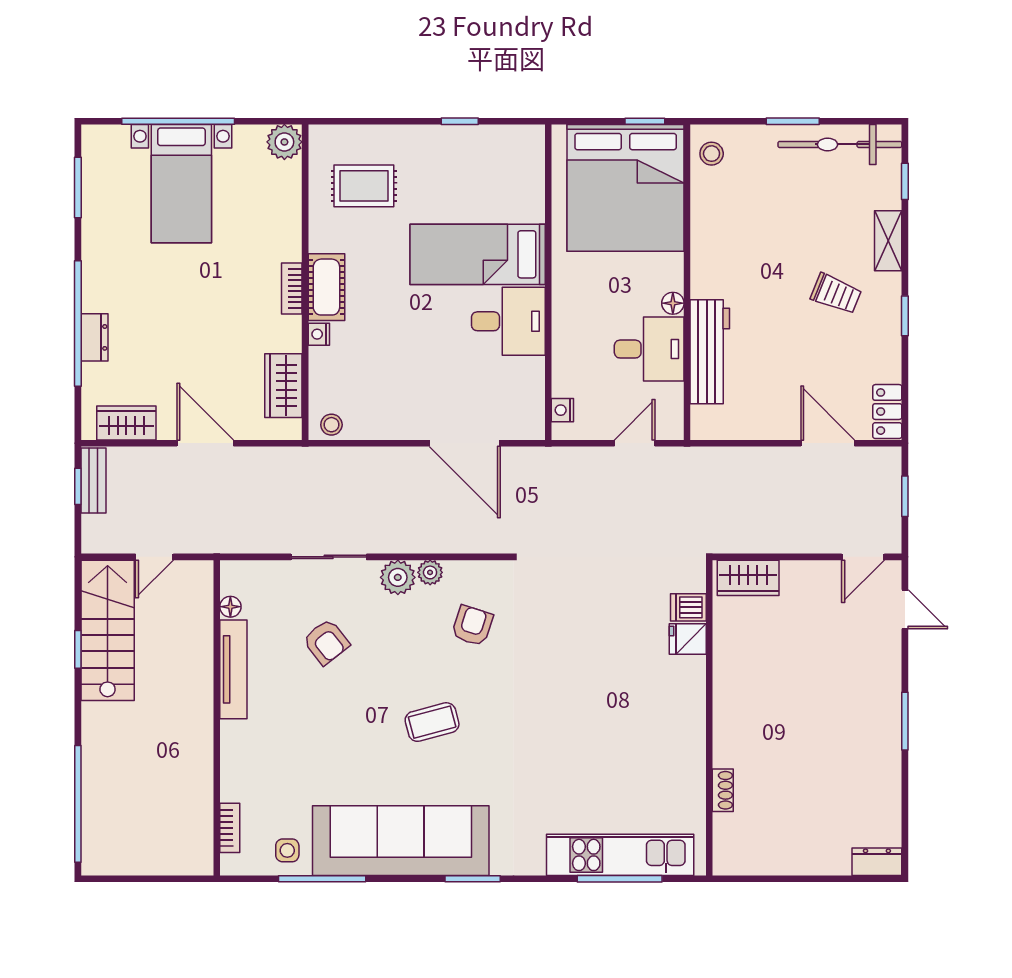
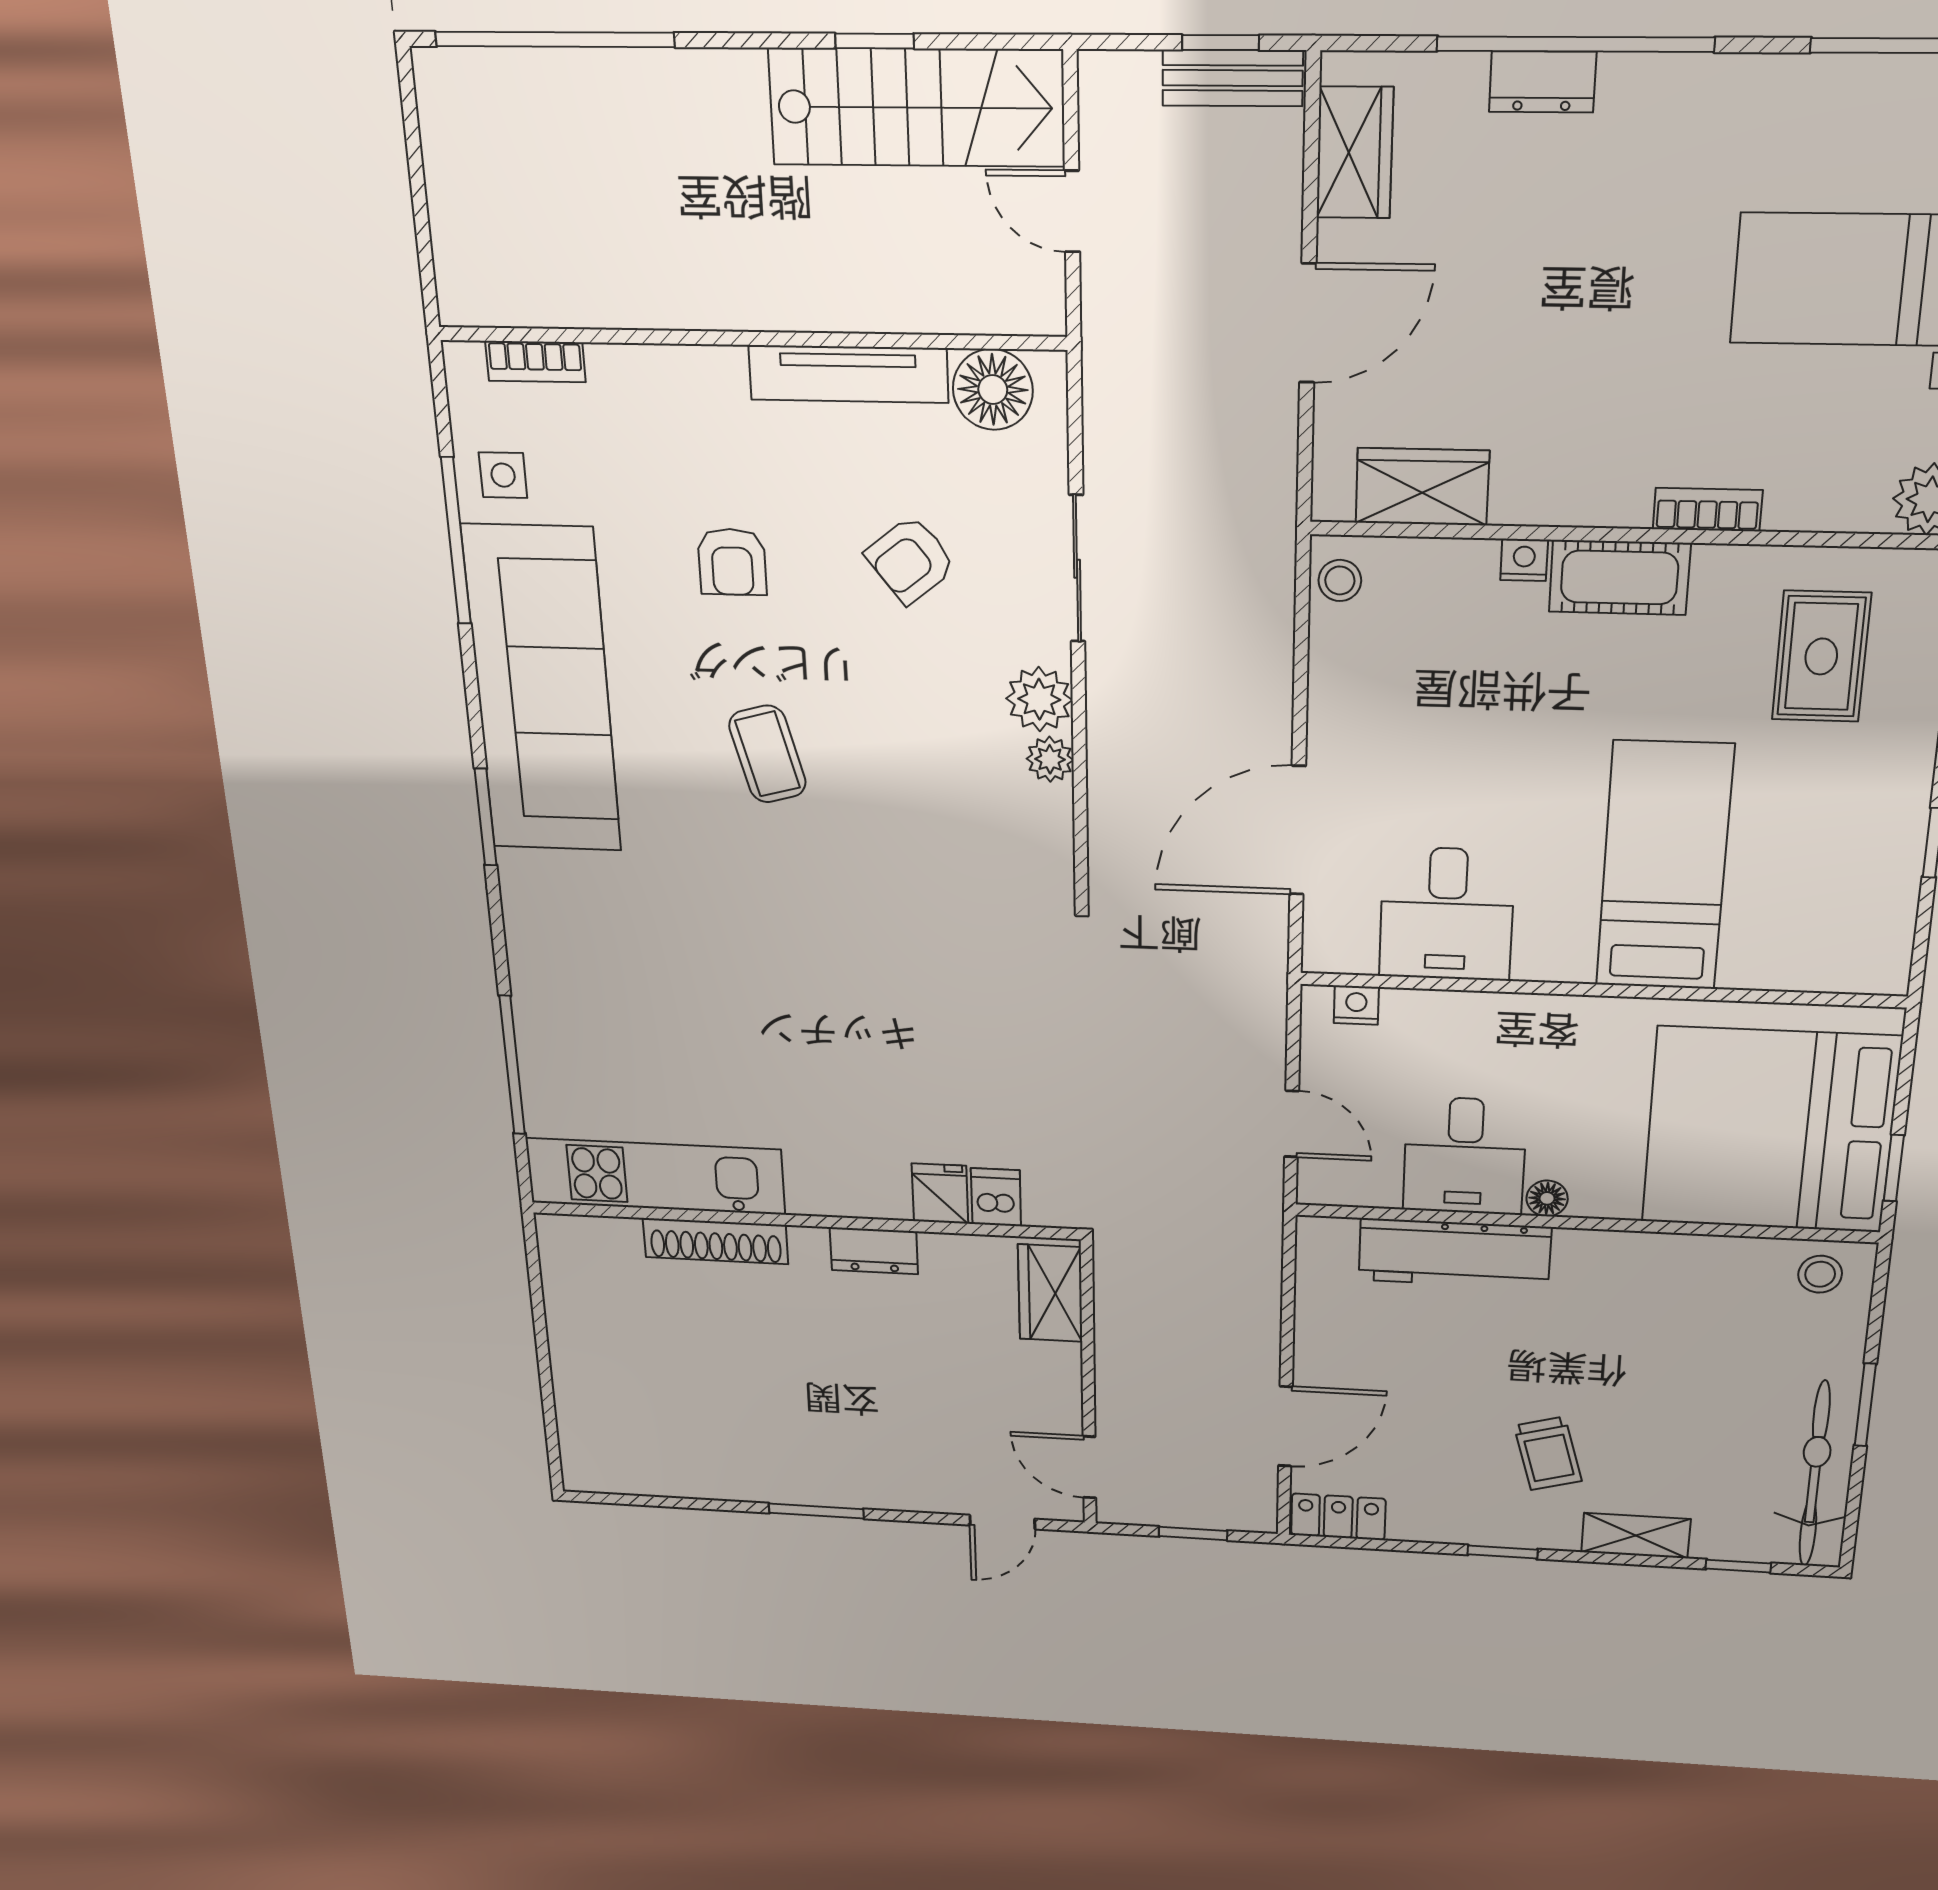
bookcase: (292, 288) -> (1708, 510), moved
trolley: (836, 294) -> (1548, 1453), turned -38
desk: (508, 321) -> (1447, 914), moved
floor lamp: (230, 607) -> (993, 390), width x1.89, depth x1.89
armchair: (472, 626) -> (732, 562), moved, turned 72
shoe rack: (723, 790) -> (715, 1241), width x1.94, depth x1.24
kitchen unit: (620, 855) -> (655, 1176), moved, turned -90
dresser: (877, 862) -> (874, 1251), moved, turned 90

